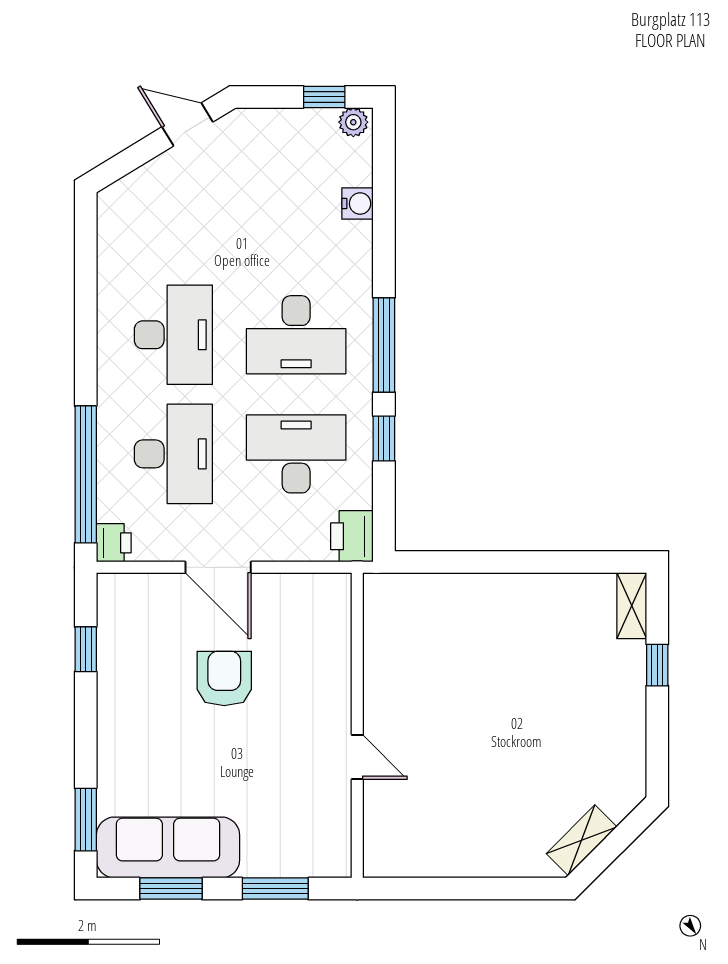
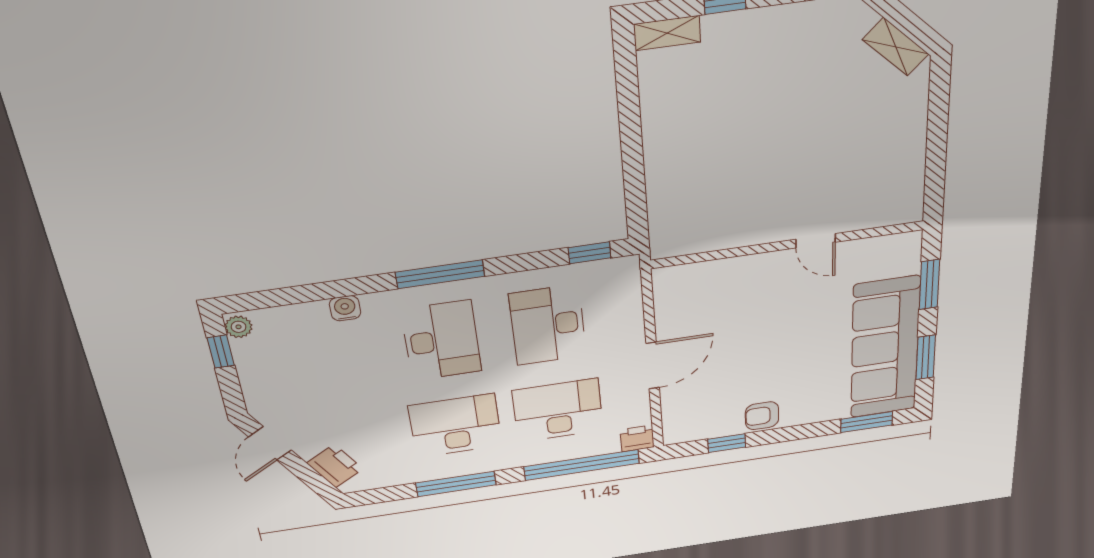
water cooler: (358, 203) -> (345, 308), moved
window: (86, 324) -> (456, 484), added
window: (384, 439) -> (590, 253), moved
printer: (352, 536) -> (335, 466), moved, turned -121
armchair: (224, 678) -> (762, 416), moved, width x0.72, depth x0.72
door: (357, 757) -> (816, 241), swing flipped
sofa: (168, 847) -> (885, 348), width x1.36, depth x1.27

